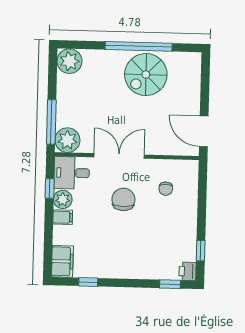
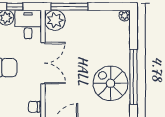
plant: (70, 61) -> (125, 16), width x0.53, depth x0.53
chair: (166, 189) -> (34, 107), moved

